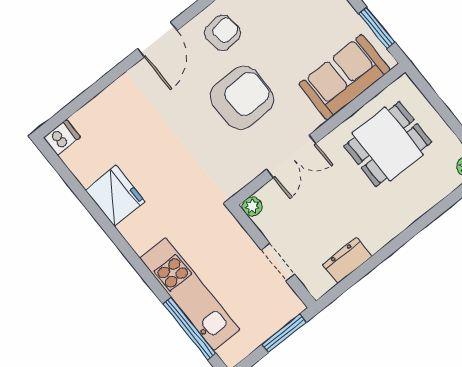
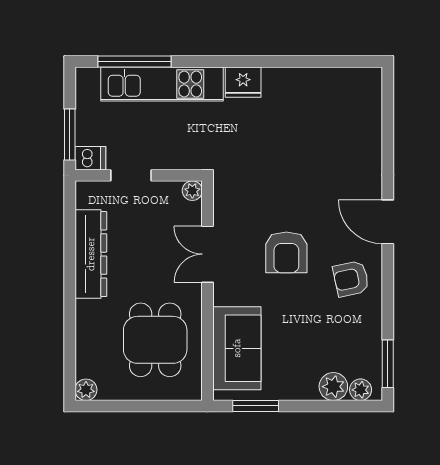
armchair: (223, 33) -> (351, 279), turned 85
armchair: (242, 98) -> (286, 252), width x0.73, depth x0.73
dishwasher: (62, 137) -> (90, 158), moved, turned -90
fridge: (115, 196) -> (243, 82), moved, width x0.73, depth x0.75
dresser: (347, 260) -> (91, 254), width x1.96, depth x1.24

